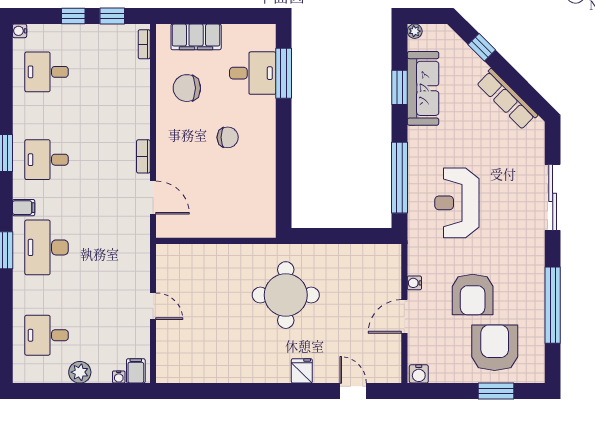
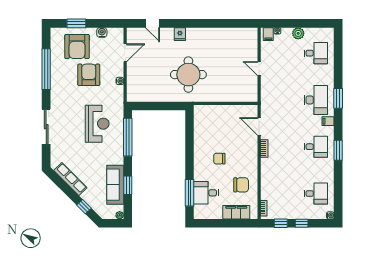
door: (404, 316) -> (125, 53), moved
water cooler: (419, 374) -> (102, 32), moved

